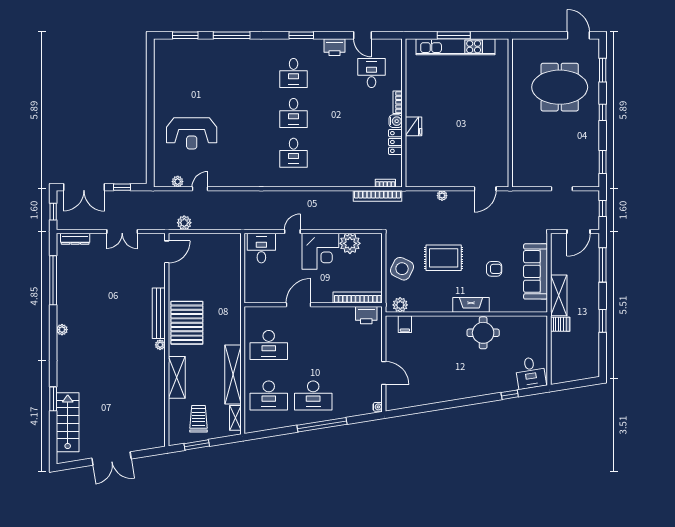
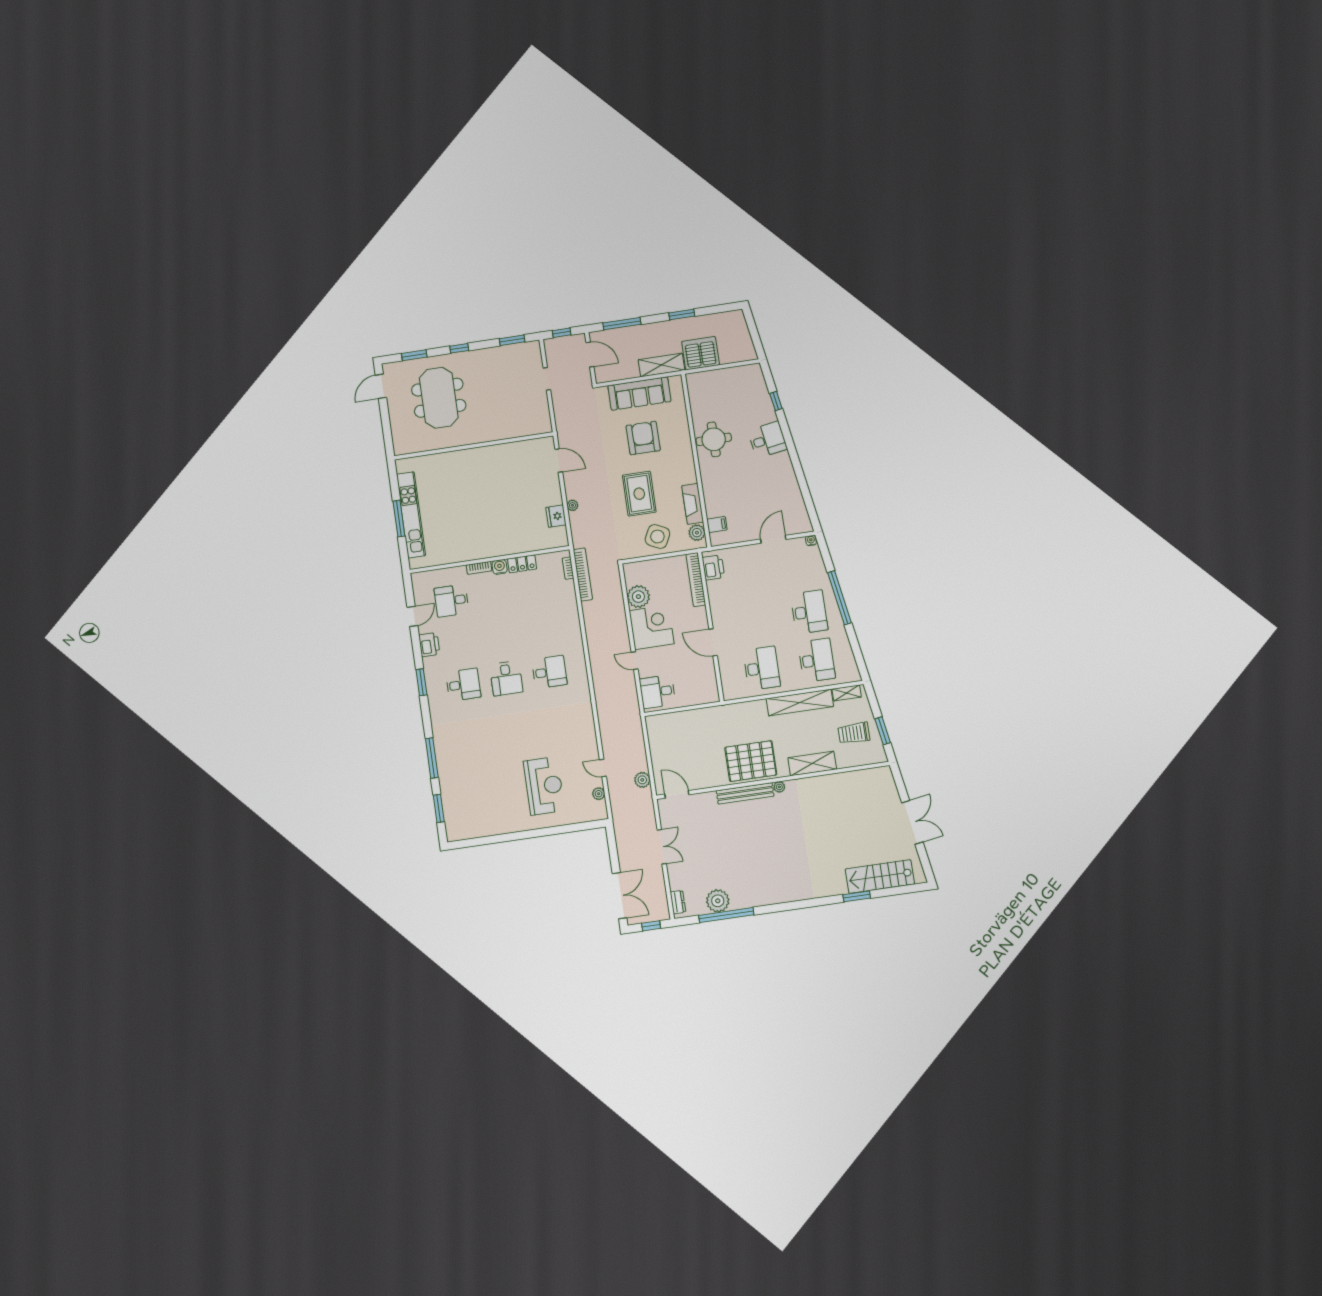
desk: (294, 113) -> (506, 678), turned 90
fridge: (413, 126) -> (556, 516), moved, turned -90
window: (122, 187) -> (613, 854), removed
dresser: (75, 239) -> (678, 902), width x0.70
armchair: (494, 269) -> (643, 438), width x1.88, depth x1.88
fireplace: (471, 305) -> (693, 504), moved
server rack: (560, 324) -> (701, 353), width x2.18, depth x1.44
plant: (62, 330) -> (718, 901), moved, width x1.88, depth x1.88
desk: (530, 373) -> (767, 440), moved

